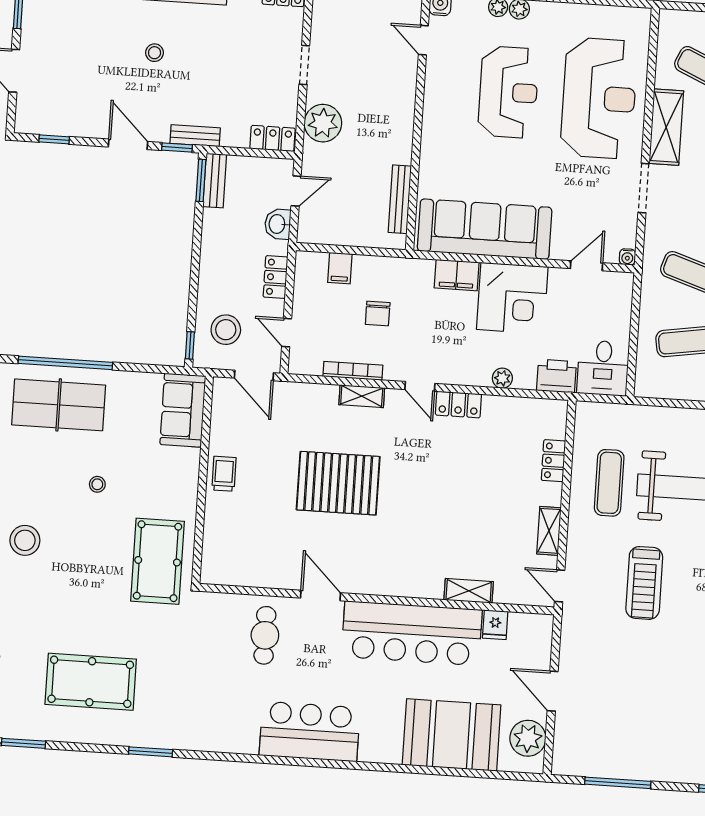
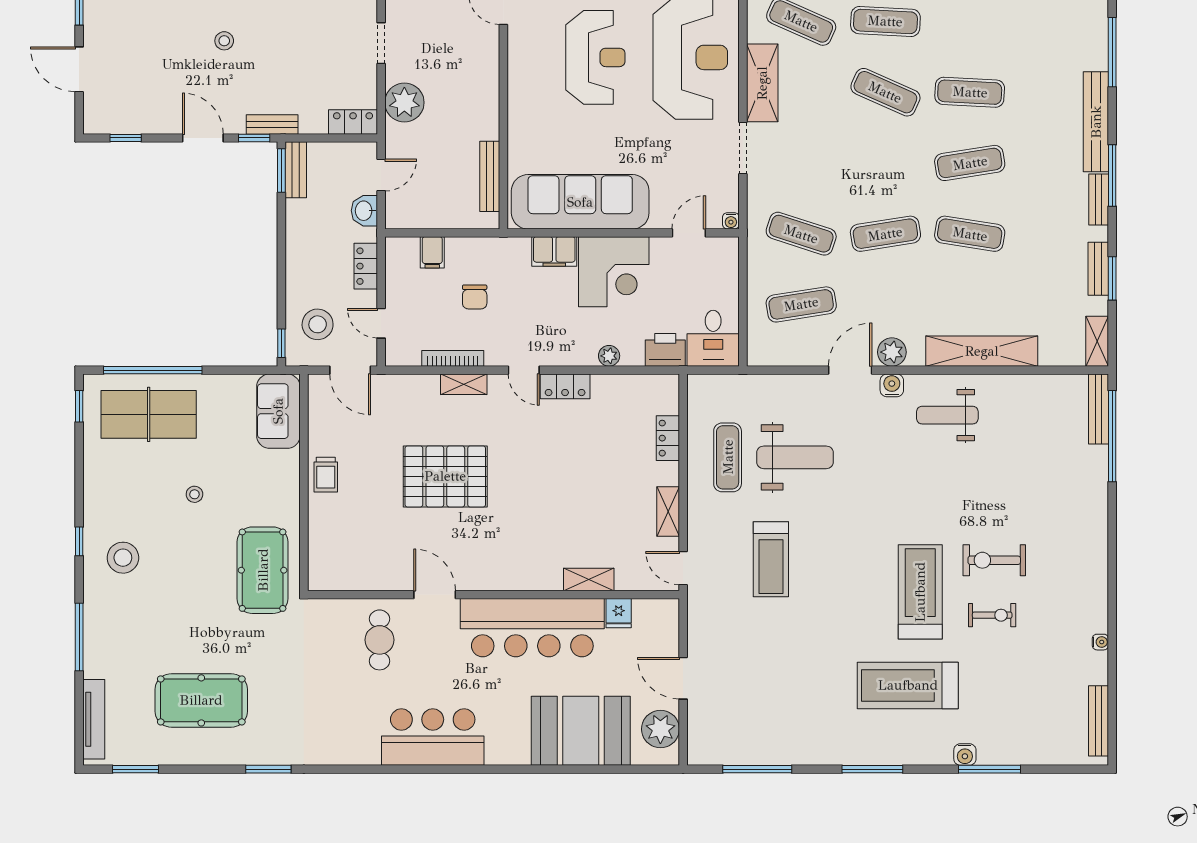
trolley: (224, 474) -> (326, 475), turned 180

